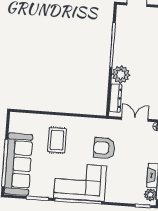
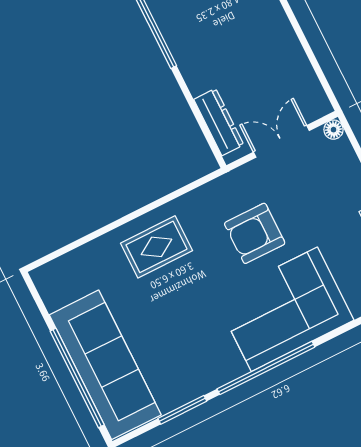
plant: (121, 74) -> (202, 70), removed
rug: (57, 140) -> (156, 247), moved, turned 90
corner sofa: (80, 182) -> (284, 309), moved

